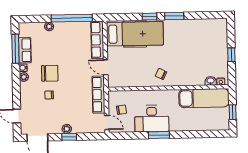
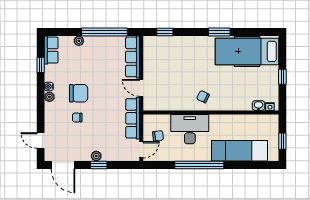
window: (150, 17) -> (165, 32), moved
hospital bed: (135, 34) -> (247, 51), moved, turned 180
window: (15, 49) -> (41, 65), width x0.46
row of seats: (25, 50) -> (51, 50), moved
exam couch: (204, 98) -> (240, 151), moved, turned 180
desk: (152, 119) -> (190, 129), moved, turned 180
door: (107, 123) -> (141, 150), hinge flipped
window: (159, 135) -> (199, 165), width x2.11

